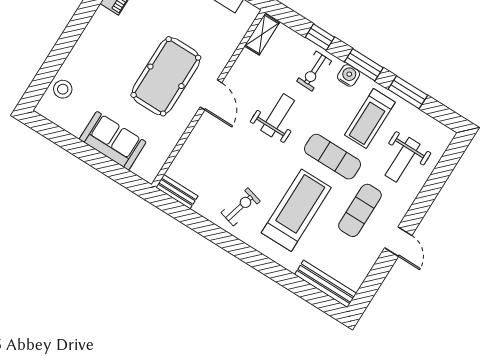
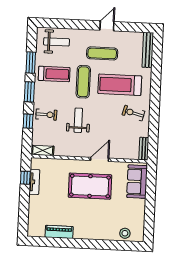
water cooler: (348, 75) -> (39, 96), removed
door: (211, 95) -> (100, 159), moved
weight bench: (278, 115) -> (78, 120), turned 90
sofa: (113, 141) -> (137, 182), moved
weight bench: (403, 160) -> (56, 42), moved

